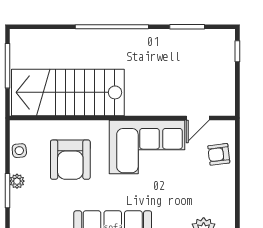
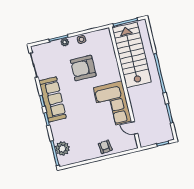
stairs: (68, 92) -> (132, 55), moved
wall: (122, 118) -> (125, 87), moved
door: (198, 118) -> (135, 128), moved
corner sofa: (147, 147) -> (113, 104), moved

